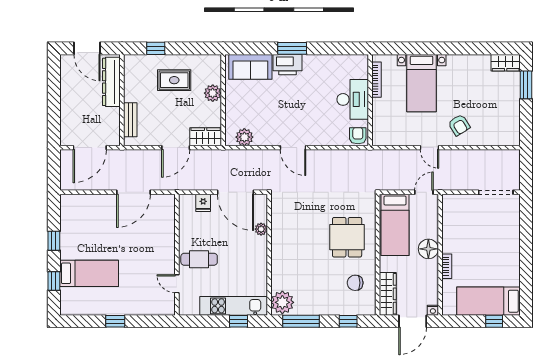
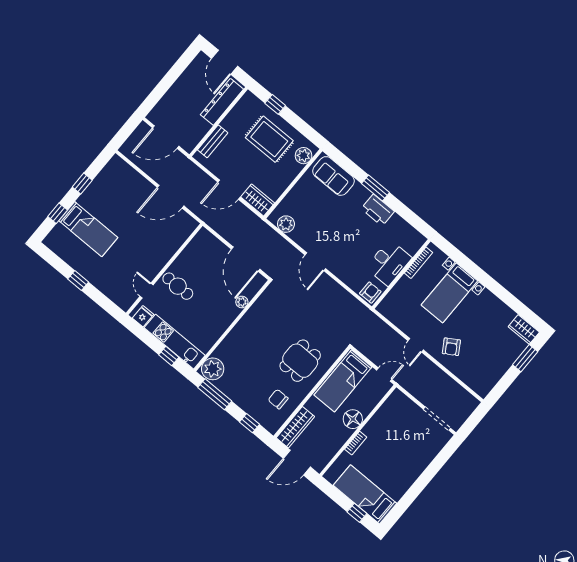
printer: (287, 65) -> (378, 210), moved
rug: (174, 80) -> (269, 139), width x1.36, depth x1.43
plant: (213, 93) -> (304, 156), moved
fridge: (203, 203) -> (143, 316), moved, turned 180
nightstand: (433, 310) -> (319, 467), removed

